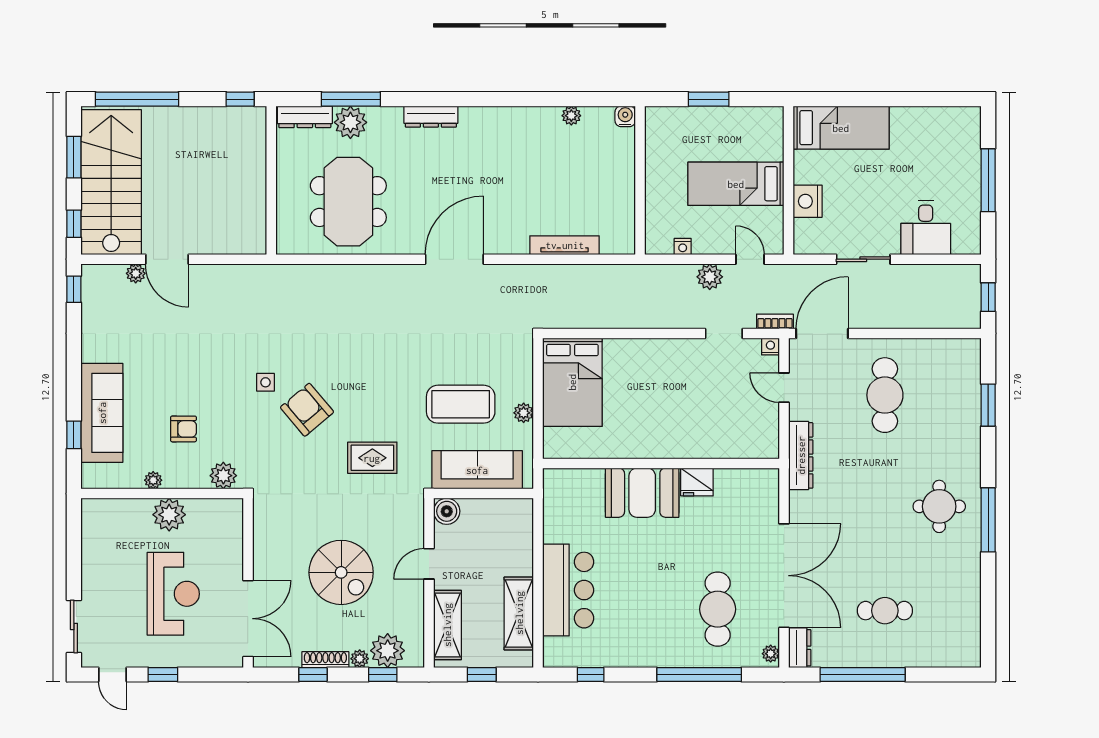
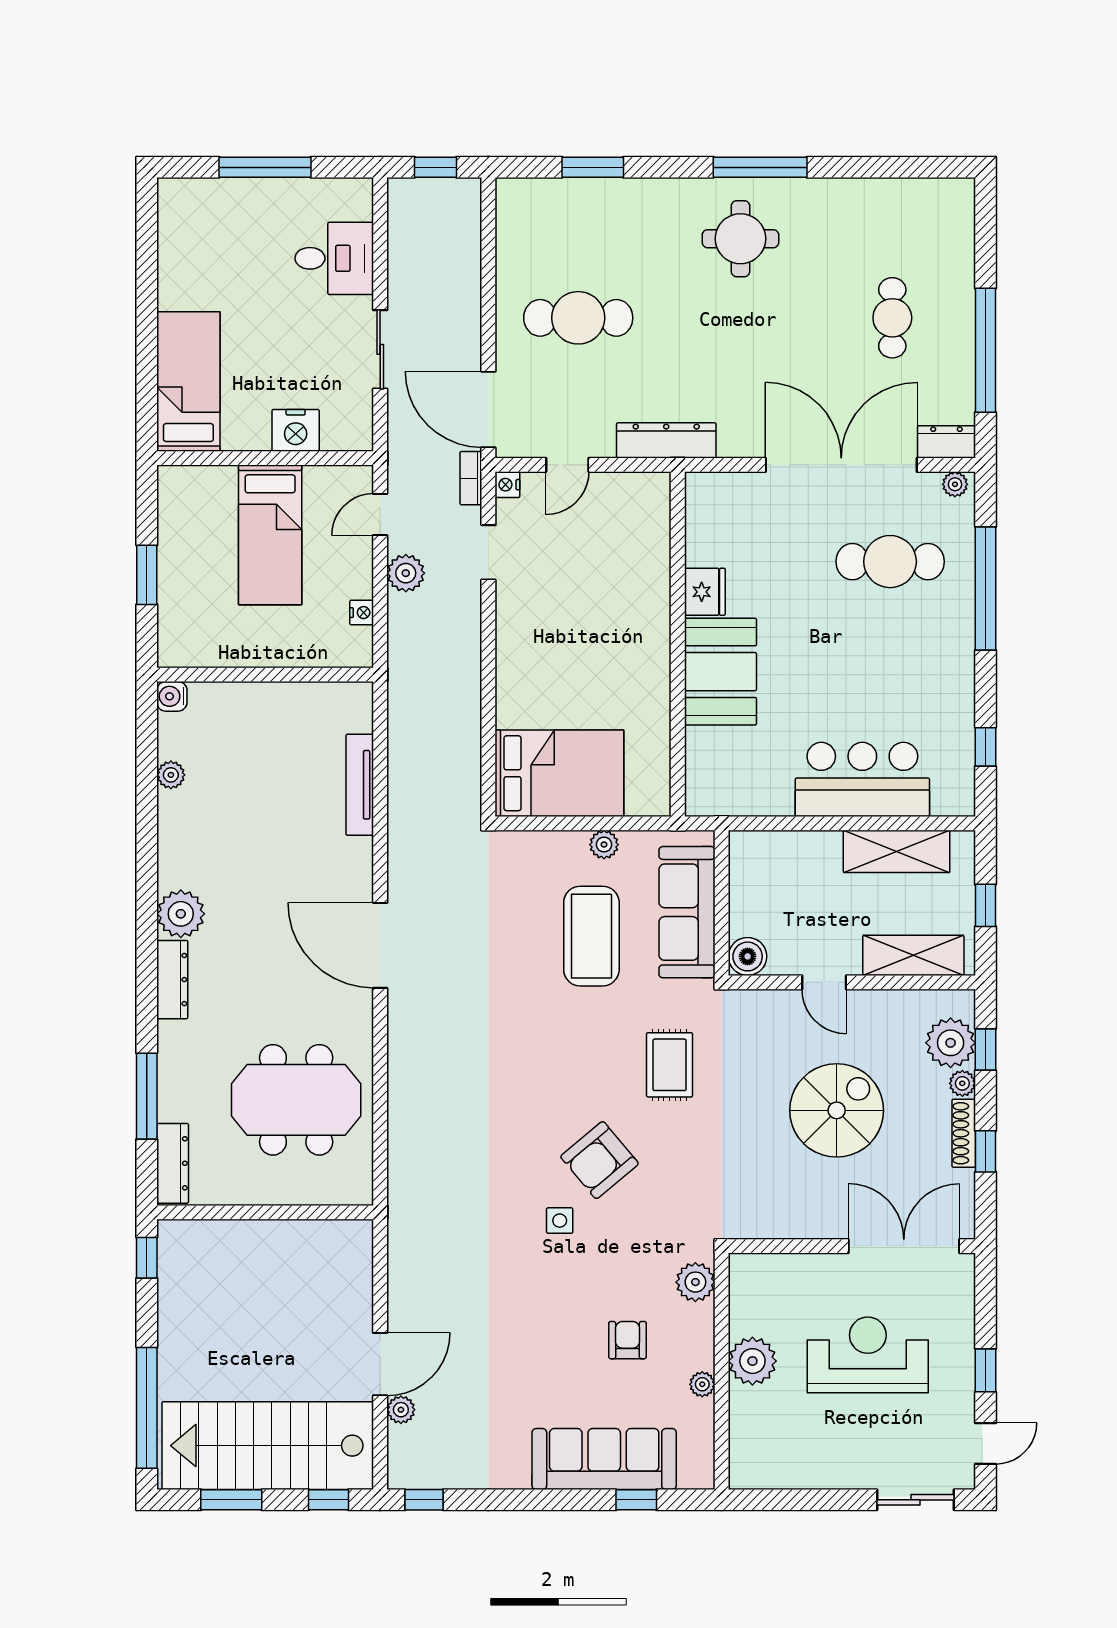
plant: (350, 122) -> (181, 914), moved

